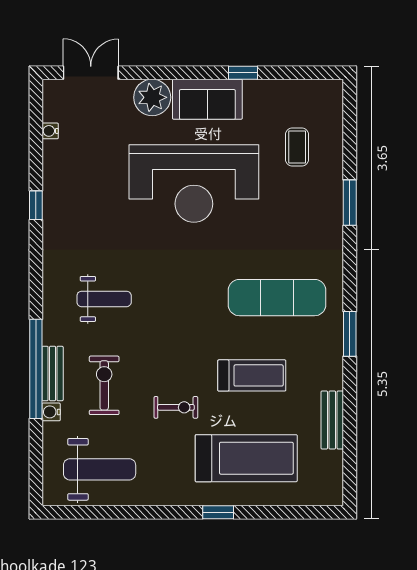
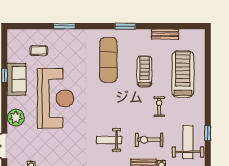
sofa: (207, 99) -> (17, 79), moved
weight bench: (104, 299) -> (109, 140), turned -90
window: (218, 512) -> (208, 133), moved

